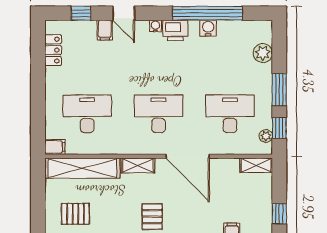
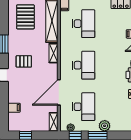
plant: (263, 53) -> (105, 126), moved
door: (188, 156) -> (59, 92), moved
pallet: (75, 214) -> (25, 17), width x1.50, depth x1.42

